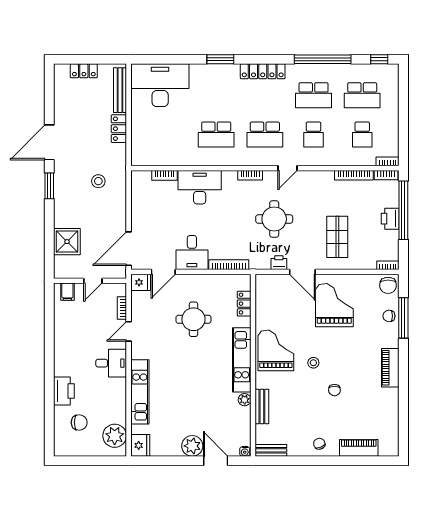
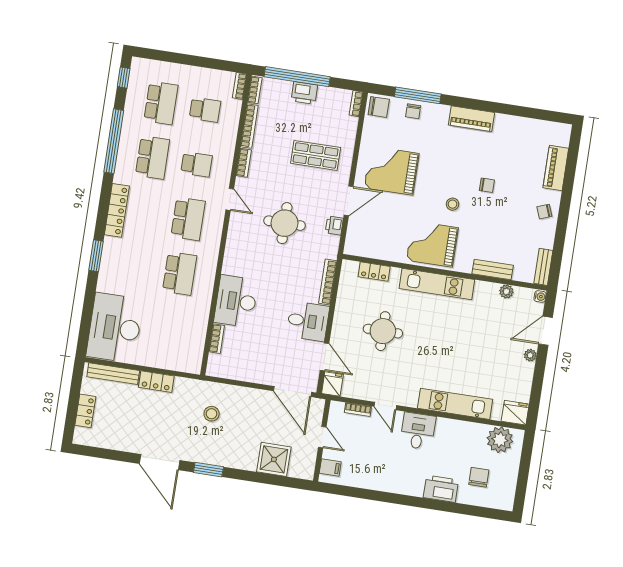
bookcase: (250, 175) -> (244, 163), moved
plant: (245, 400) -> (506, 291), moved
plant: (192, 446) -> (530, 355), width x0.53, depth x0.53

